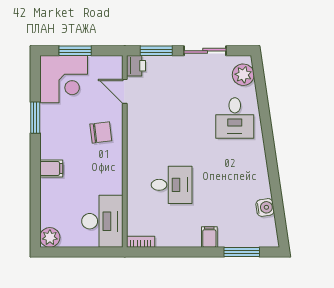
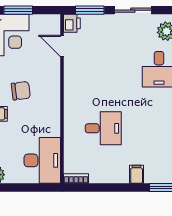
chair: (101, 132) -> (21, 91), moved

